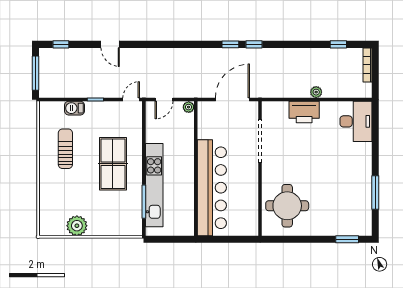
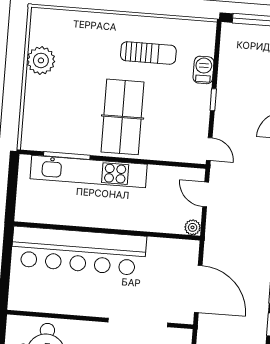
table tennis table: (113, 164) -> (123, 117), turned 90

